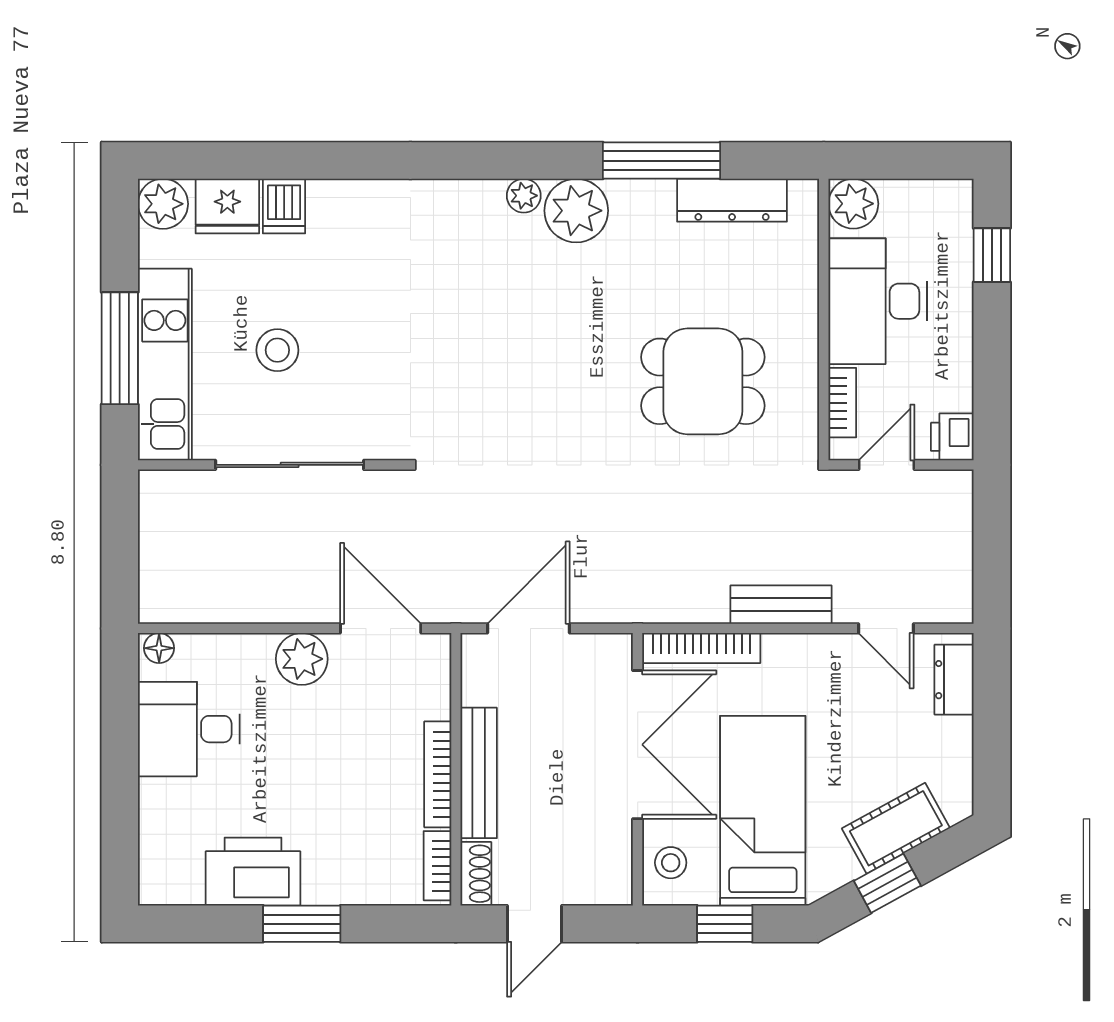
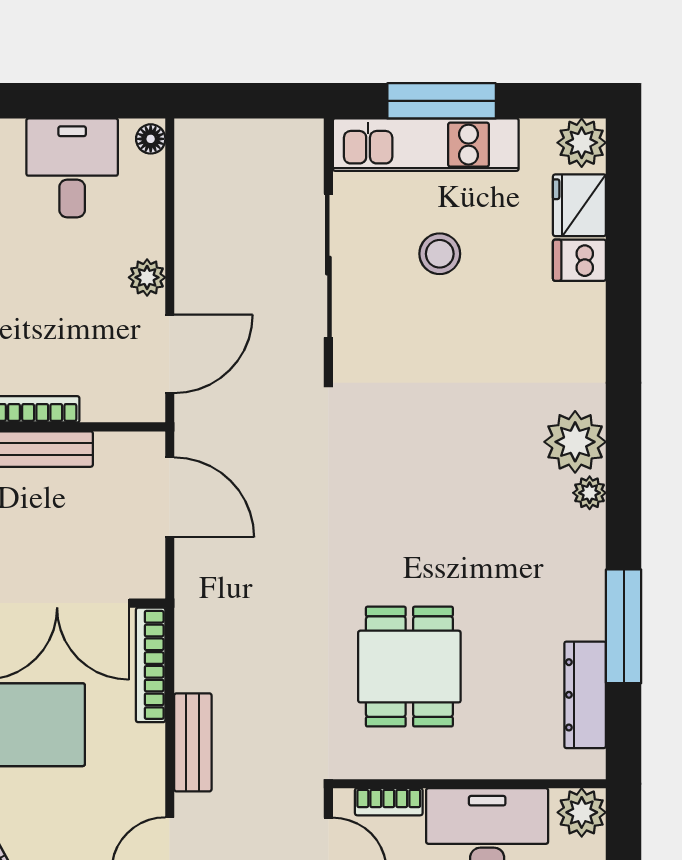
plant: (576, 211) -> (575, 442), moved
plant: (302, 659) -> (147, 277), width x0.73, depth x0.73

